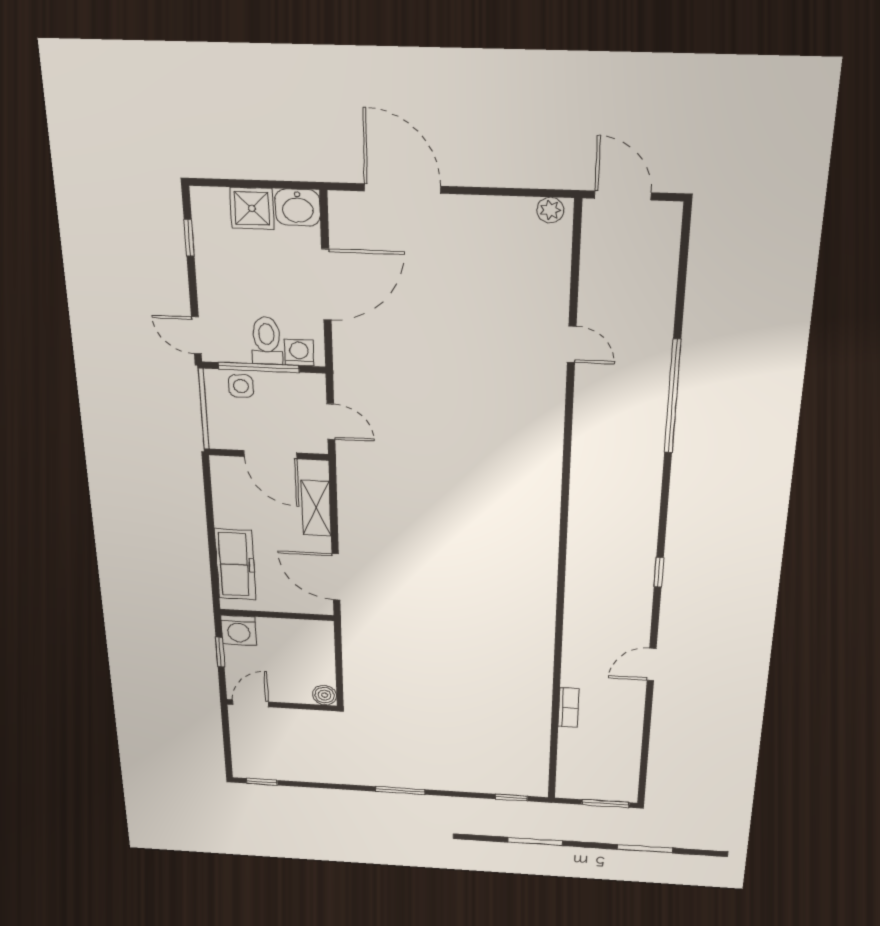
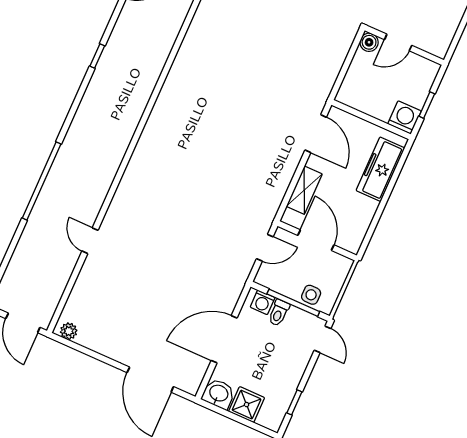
toilet: (267, 341) -> (279, 313), width x0.73, depth x0.72
door: (331, 422) -> (265, 248), swing flipped
door: (251, 703) -> (398, 42), moved

